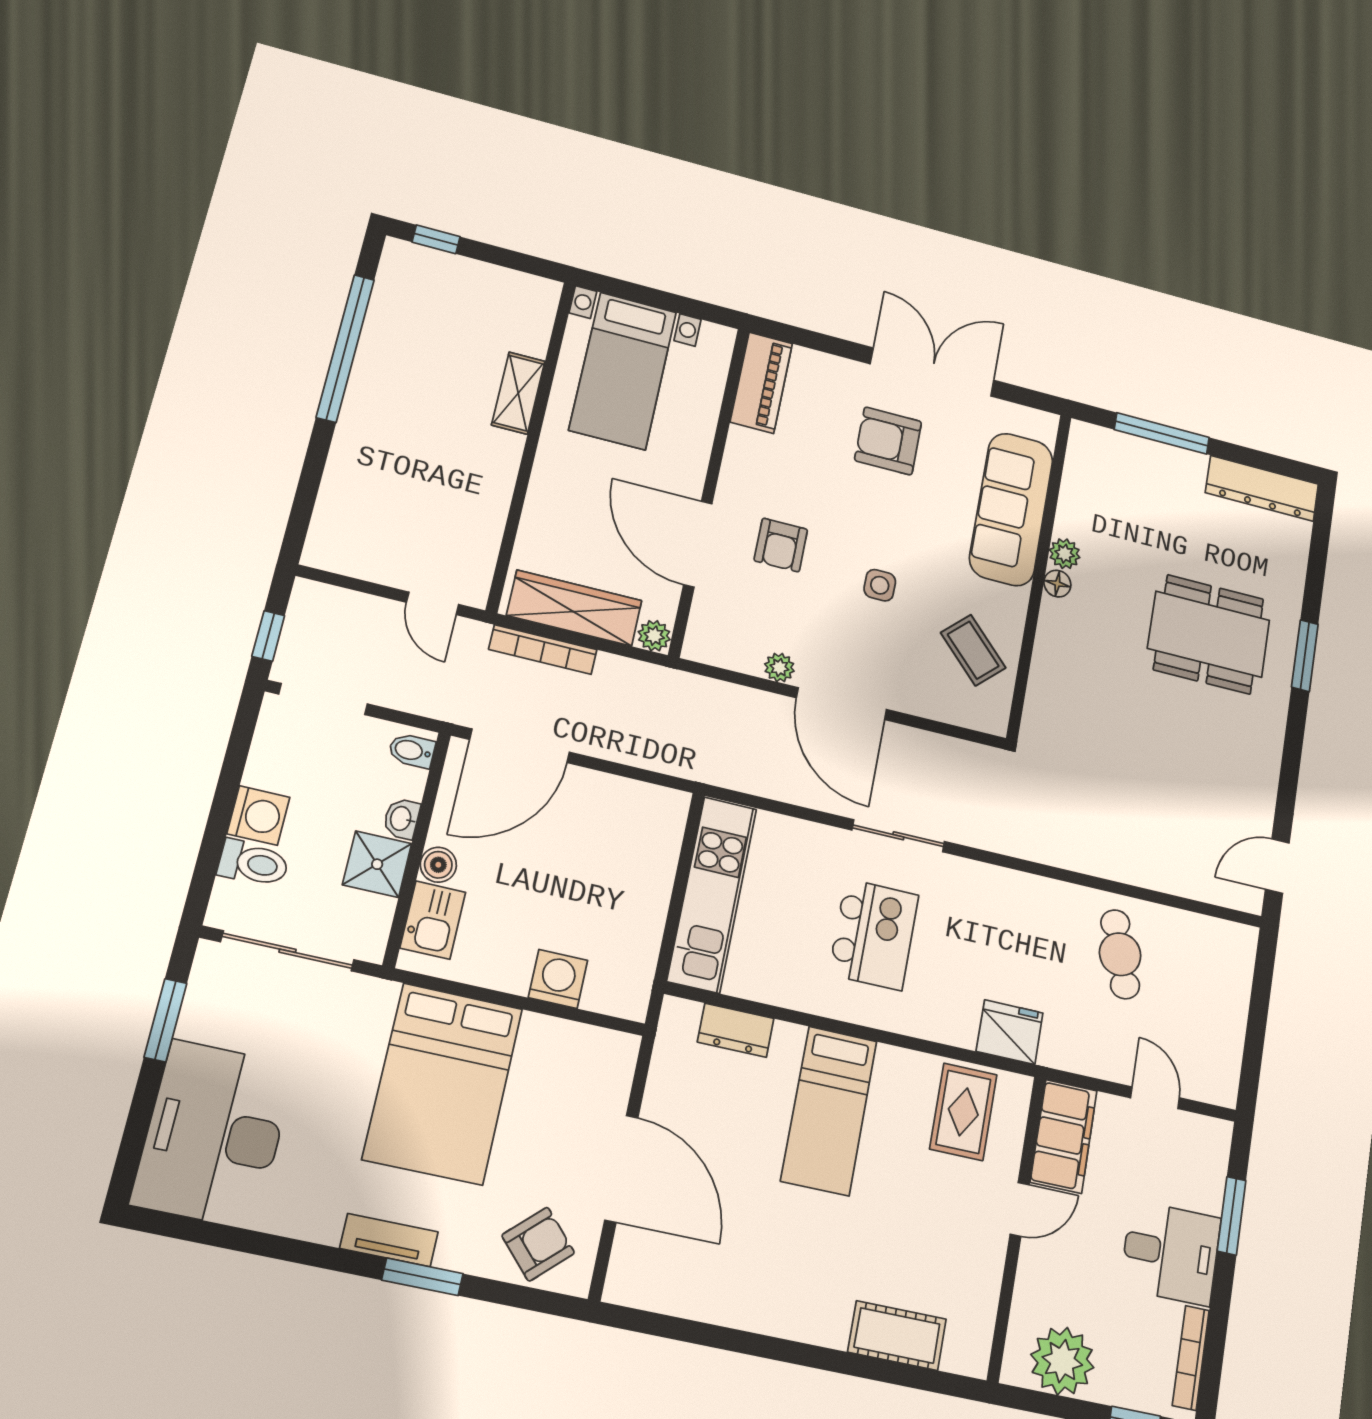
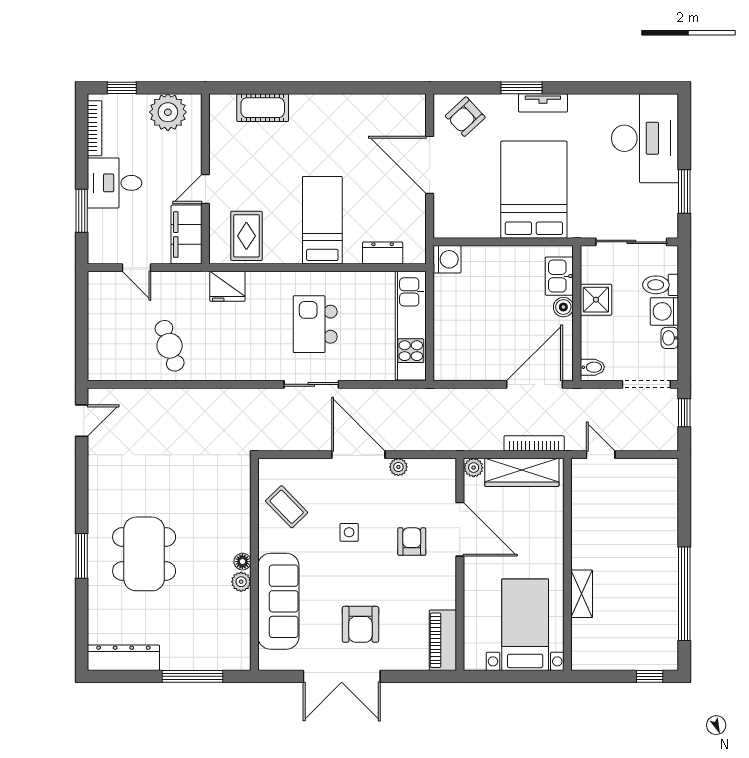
armchair: (888, 441) -> (360, 624), turned 90
dining table: (1209, 634) -> (144, 554), turned 90
washbasin: (402, 819) -> (670, 338), moved, turned 180
washing machine: (558, 979) -> (447, 259), moved, turned -90

